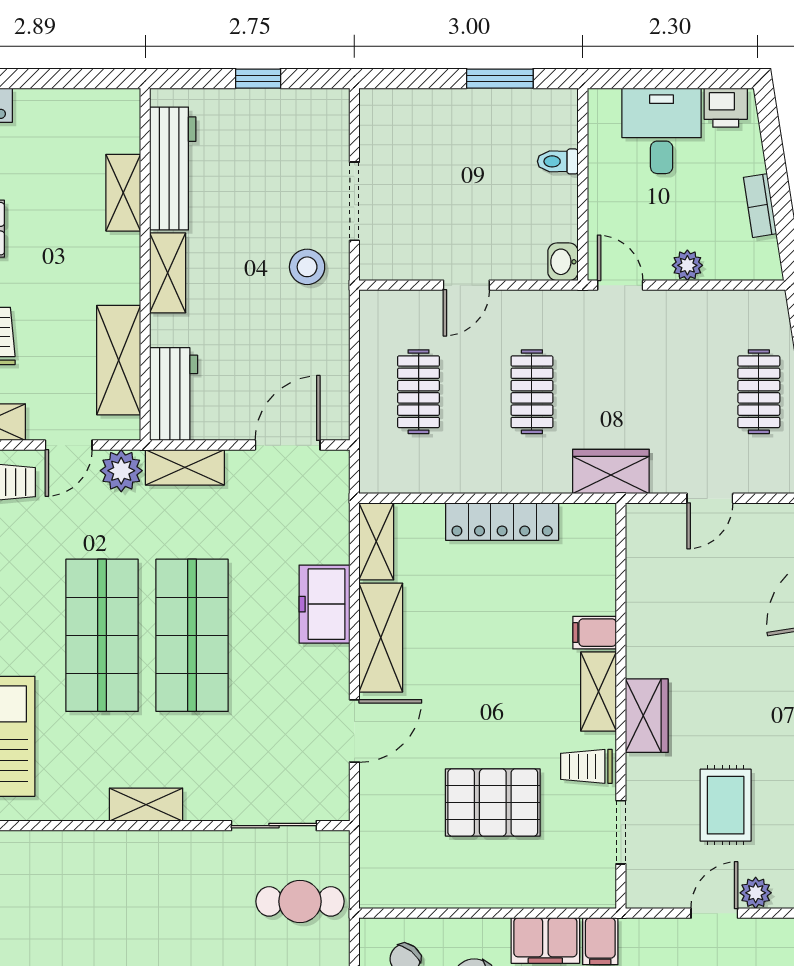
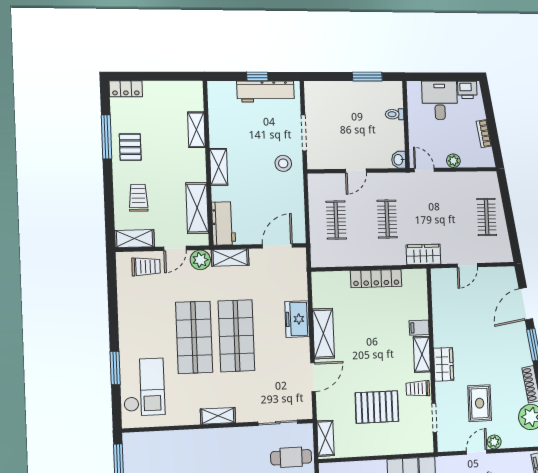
workbench: (173, 168) -> (266, 92), moved, turned 90
shelving: (376, 541) -> (325, 438), moved

